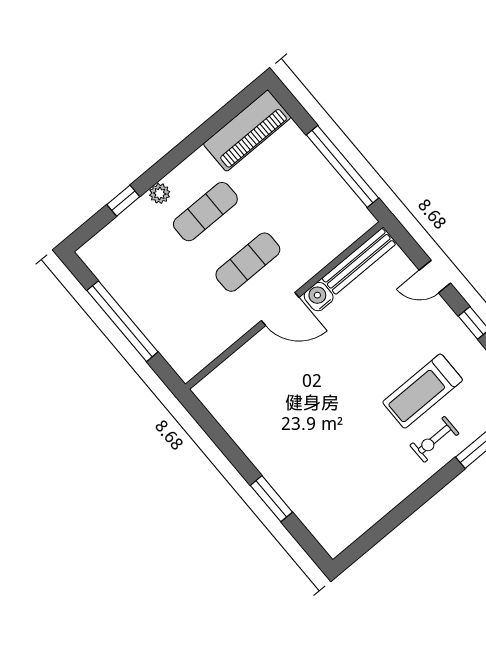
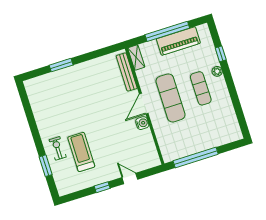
piano: (247, 131) -> (178, 41), moved, turned -90
bench: (359, 261) -> (127, 72), moved
exercise mat: (248, 262) -> (171, 98), width x1.36, depth x1.45
door: (435, 277) -> (130, 178), hinge flipped
shelving: (197, 360) -> (136, 57), added

